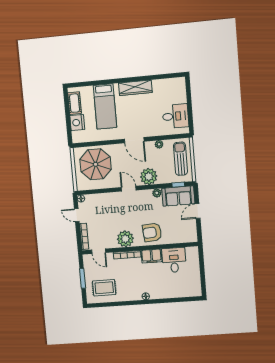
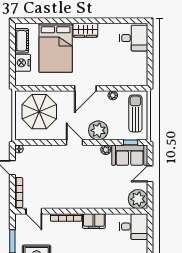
wardrobe: (135, 88) -> (85, 30), width x0.67
bed: (105, 106) -> (56, 48), width x1.50
desk: (175, 116) -> (134, 38), moved
door: (134, 140) -> (85, 88), hinge flipped
armchair: (152, 232) -> (97, 194), removed
plant: (125, 239) -> (138, 199), moved
desk: (174, 260) -> (133, 227), moved, turned 90

